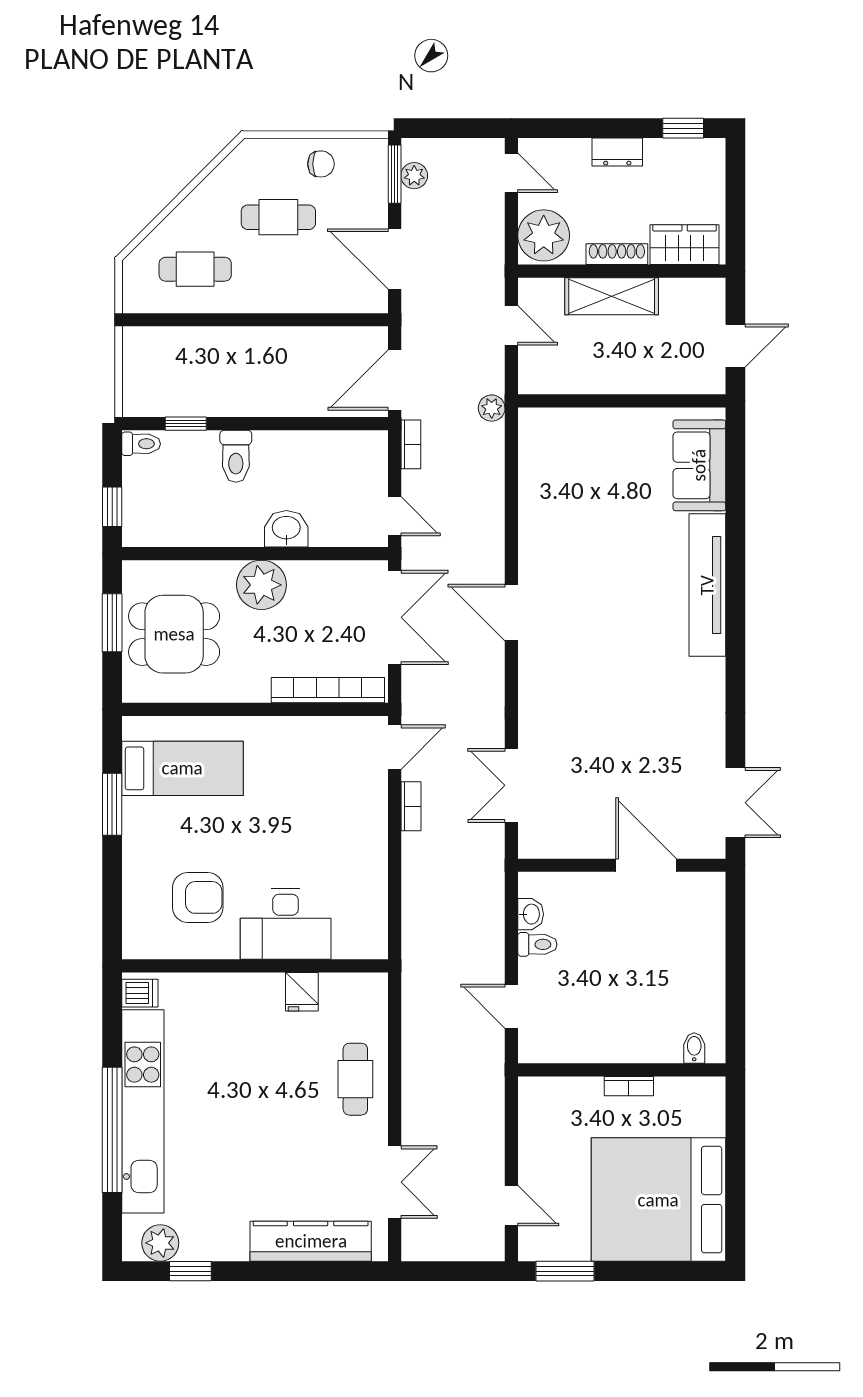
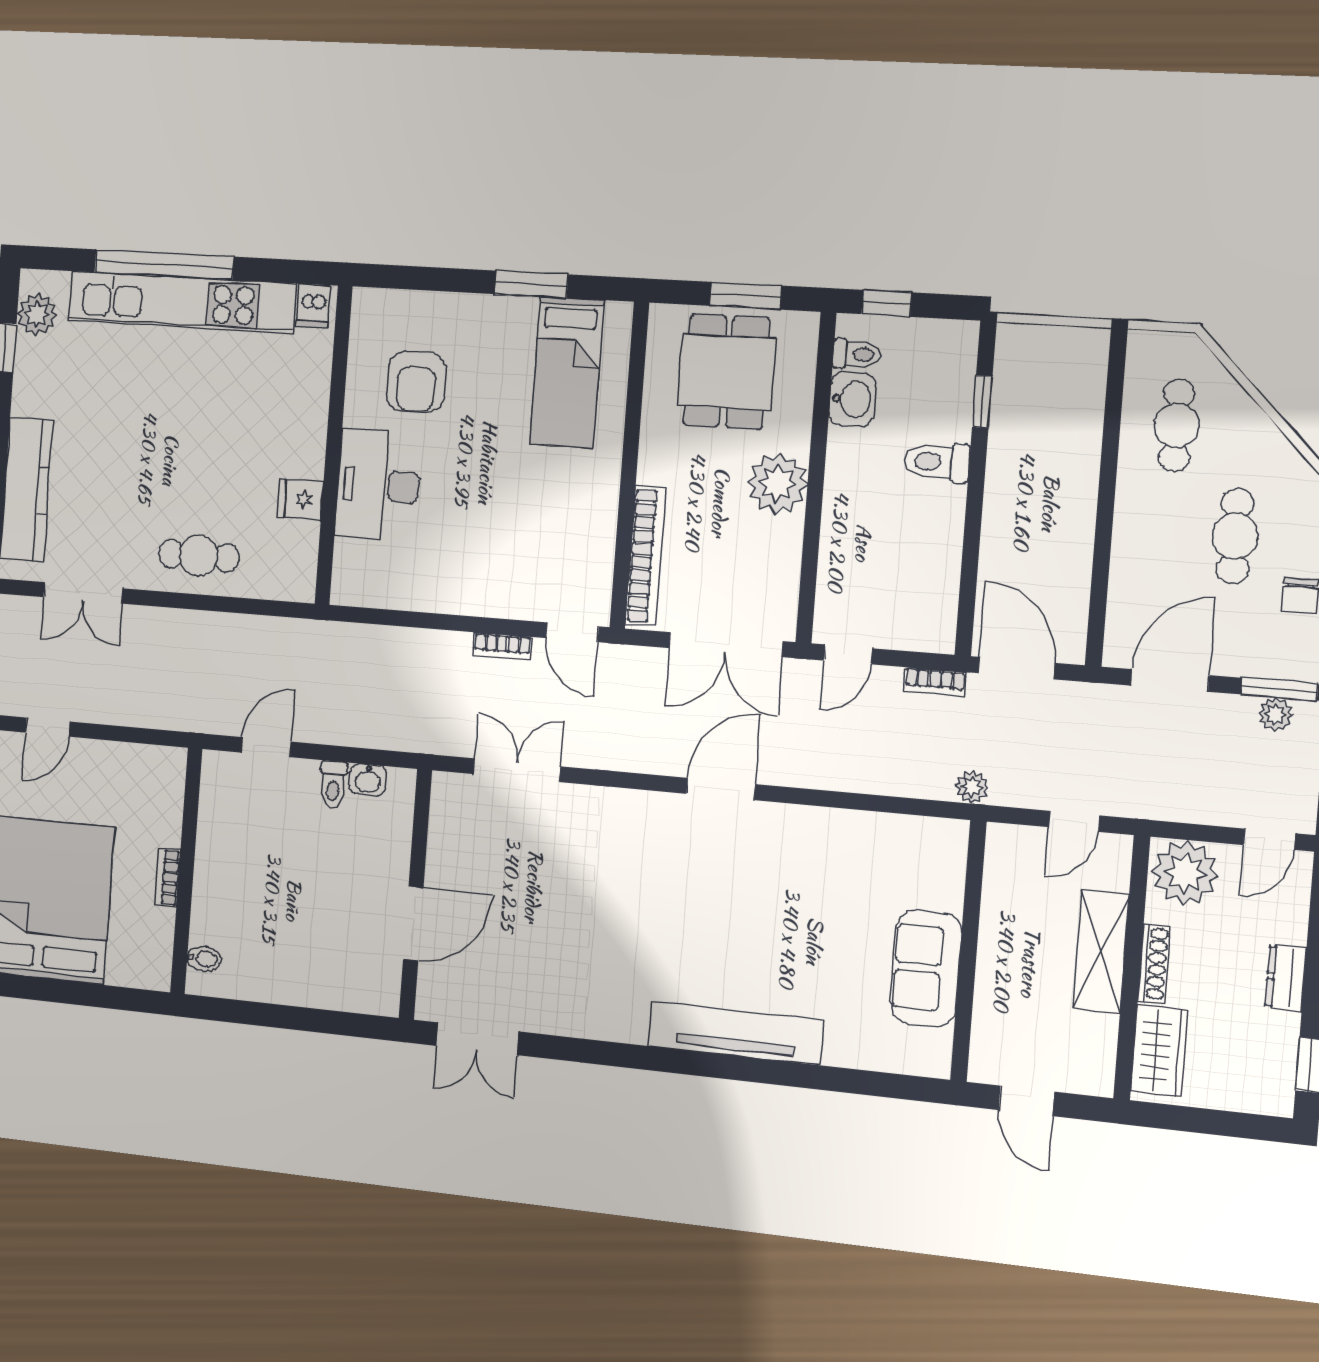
toilet: (141, 444) -> (857, 354), moved, turned -90
sofa: (699, 465) -> (926, 968), moved, turned -90
washbasin: (286, 529) -> (852, 399), moved

